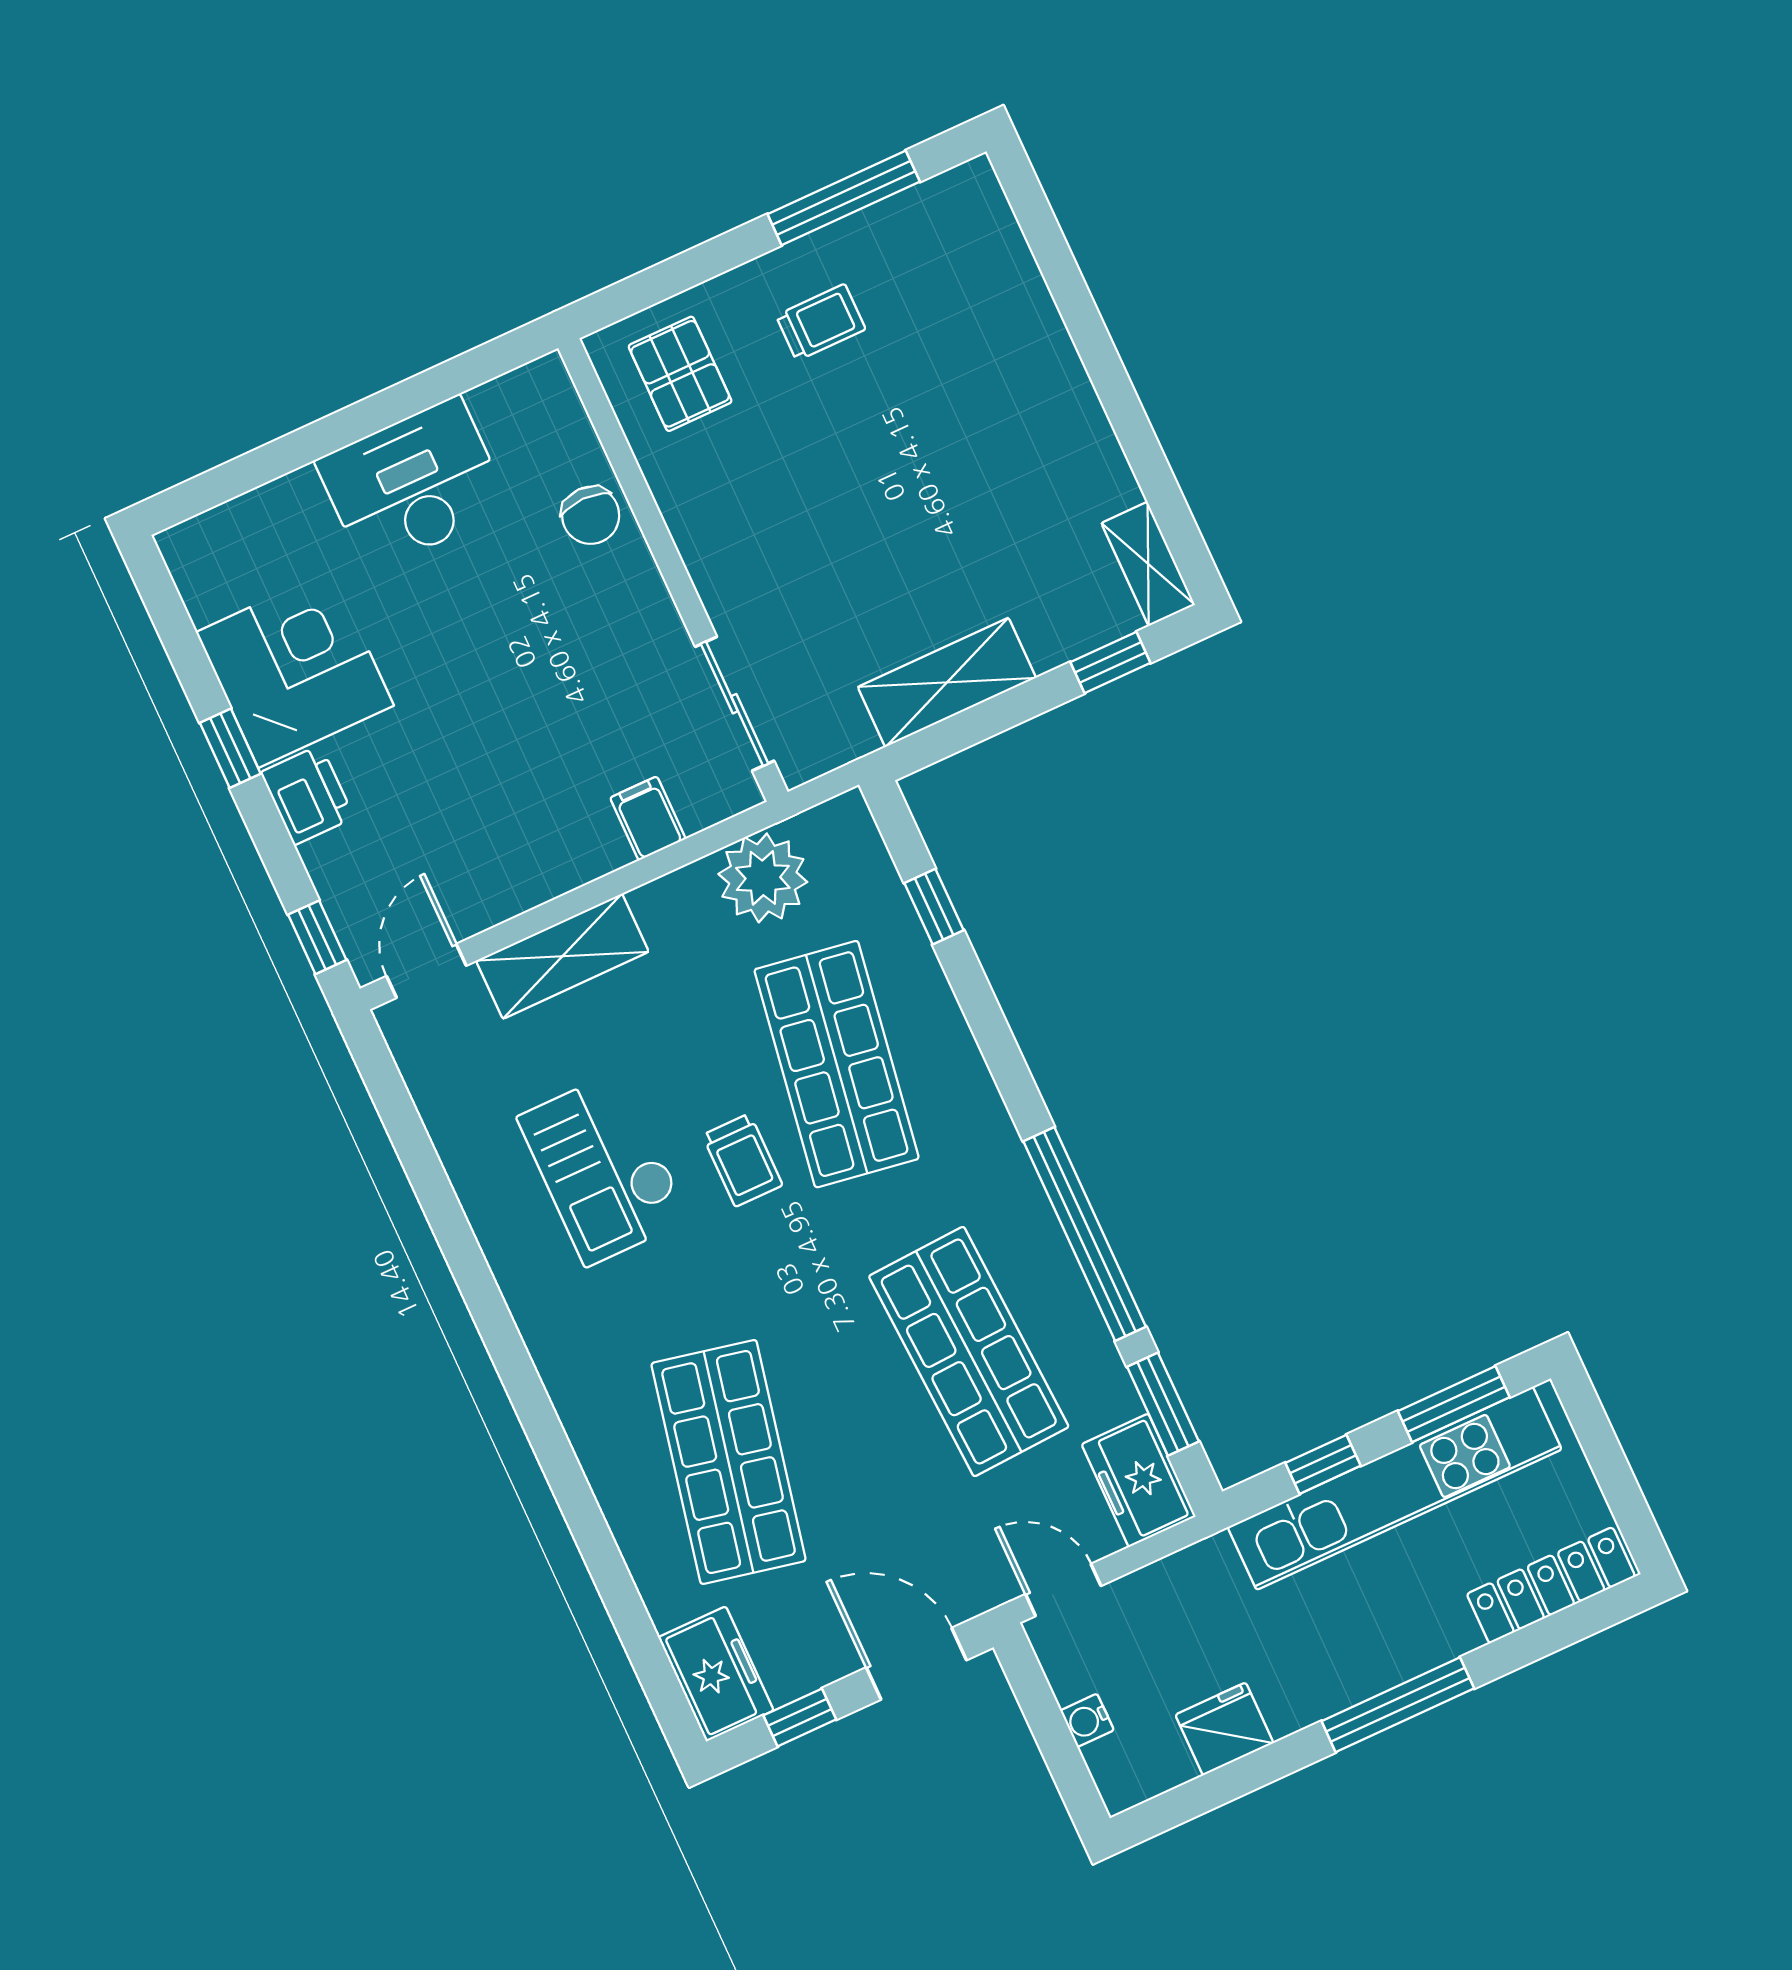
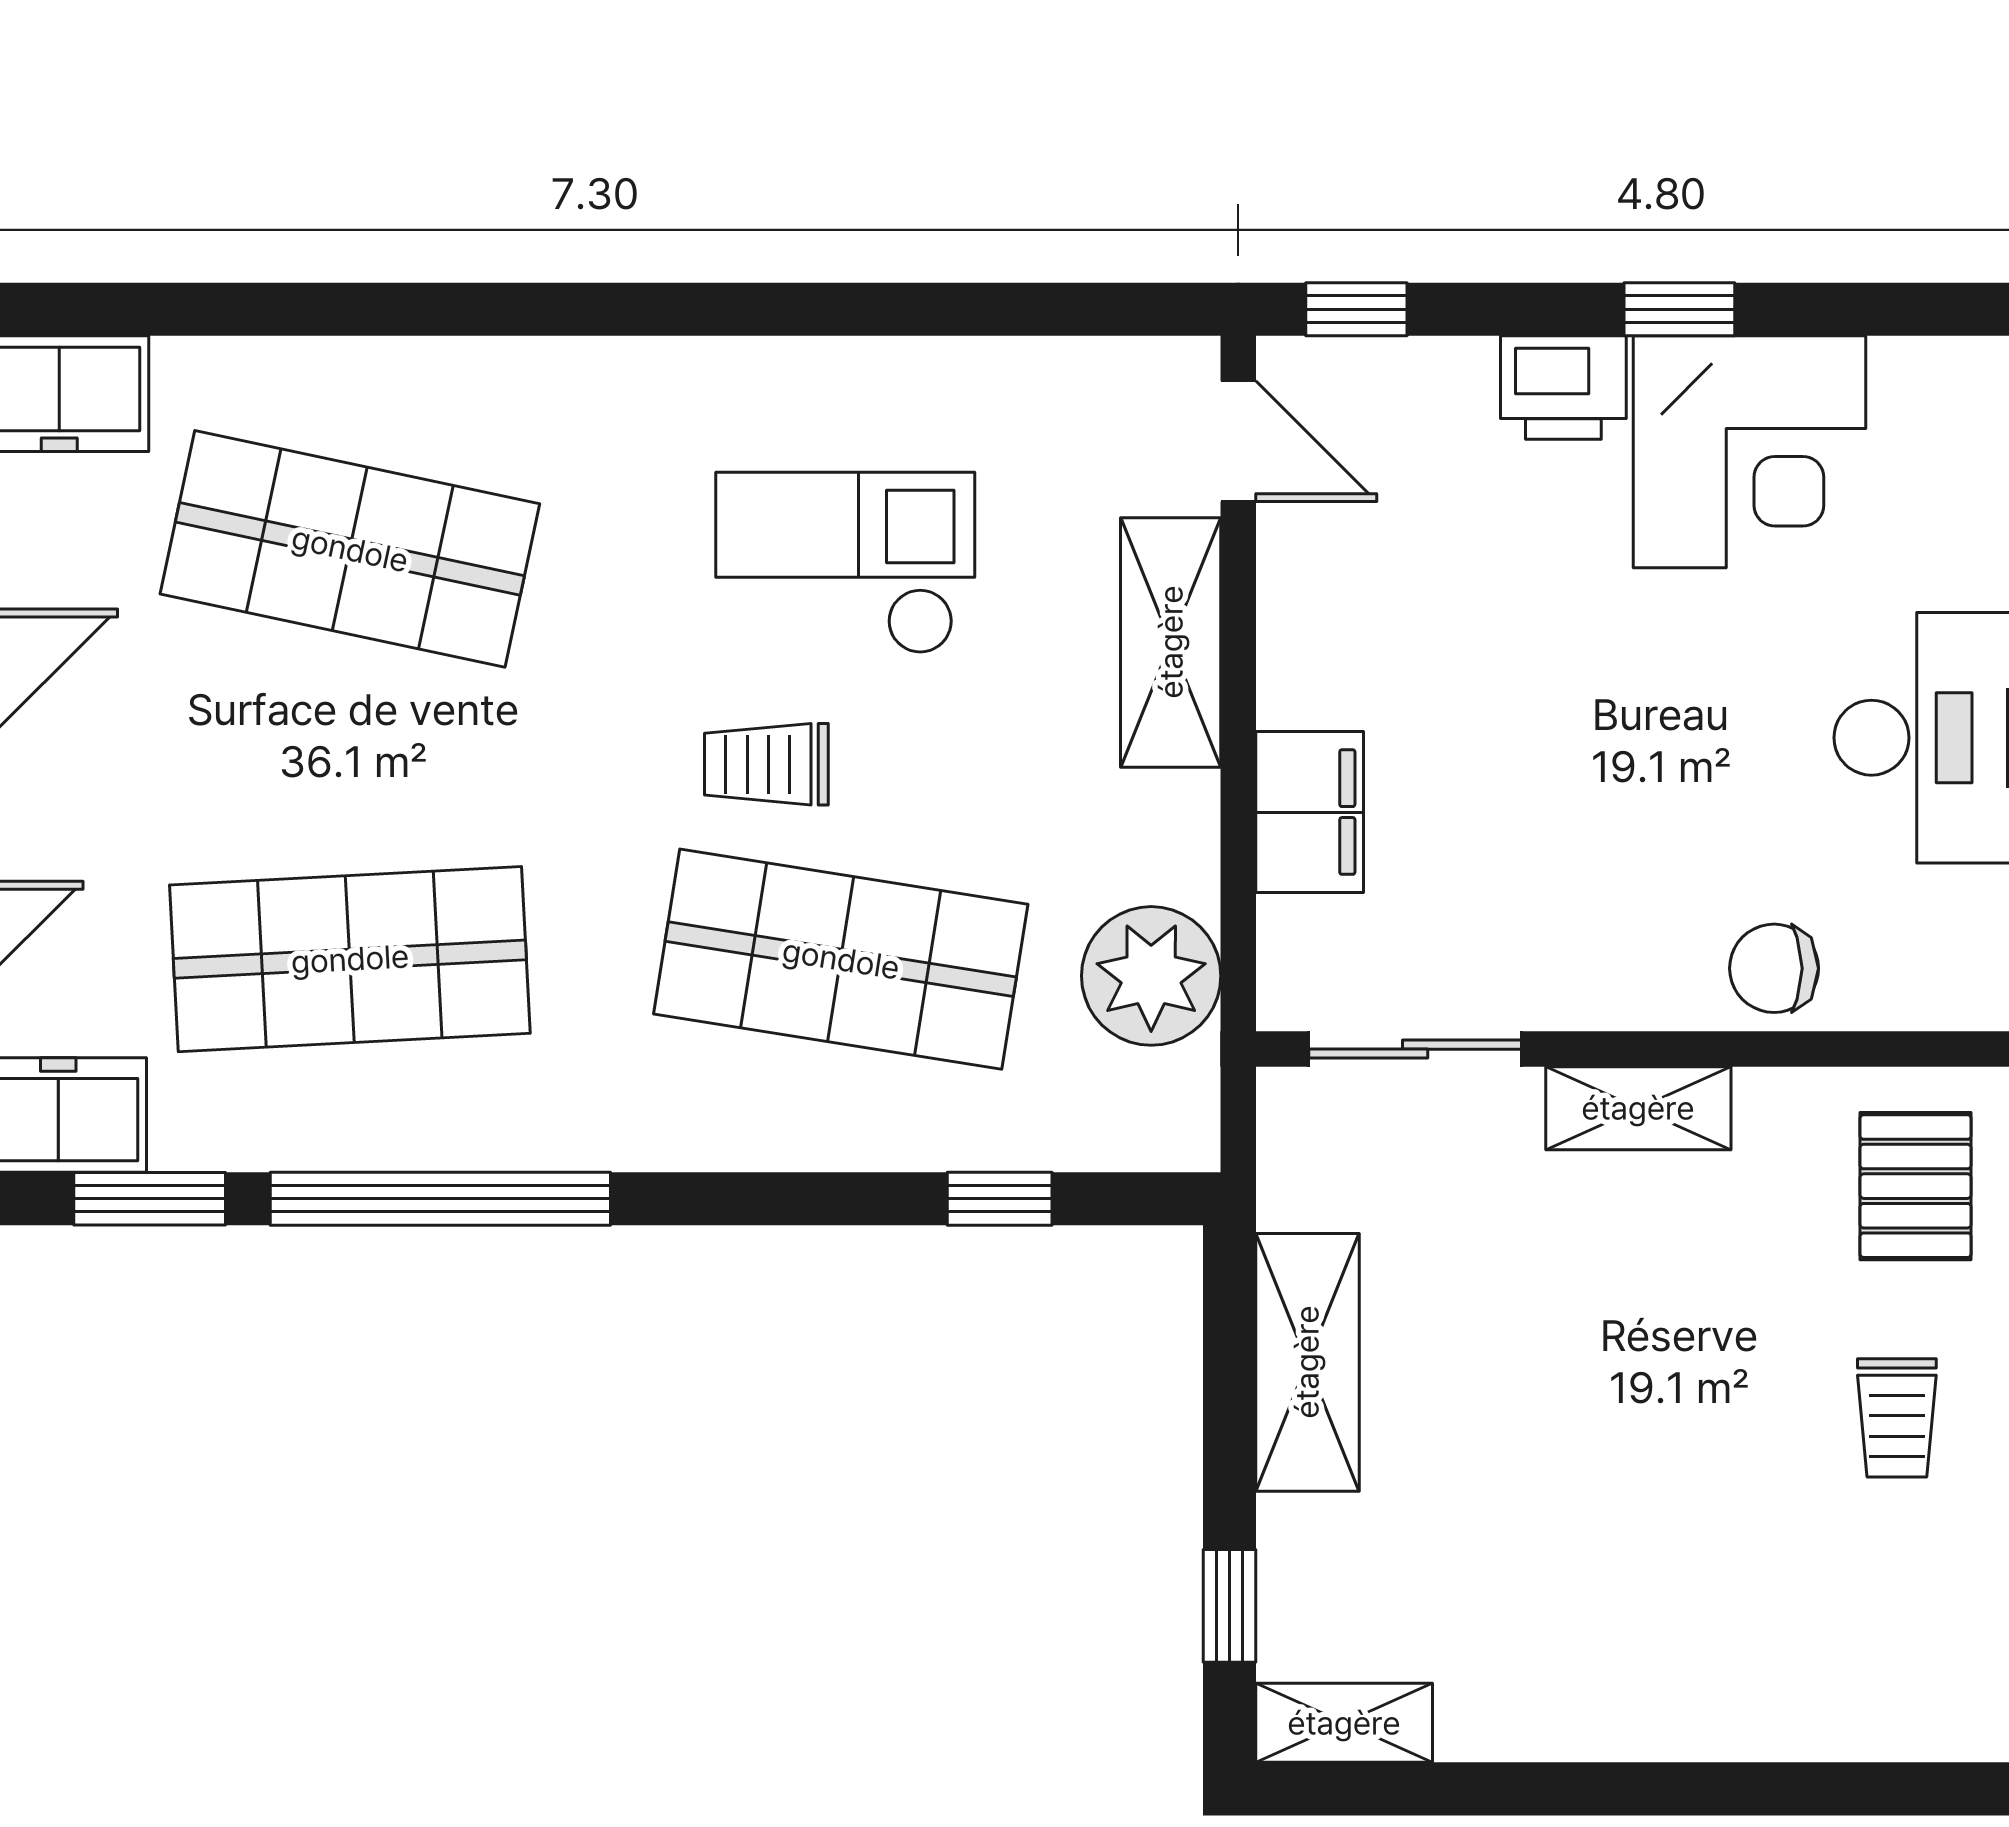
pallet: (680, 374) -> (1916, 1186), turned 90
shelving: (709, 557) -> (1638, 1108), added
filing cabinet: (648, 818) -> (1310, 812), width x2.00

